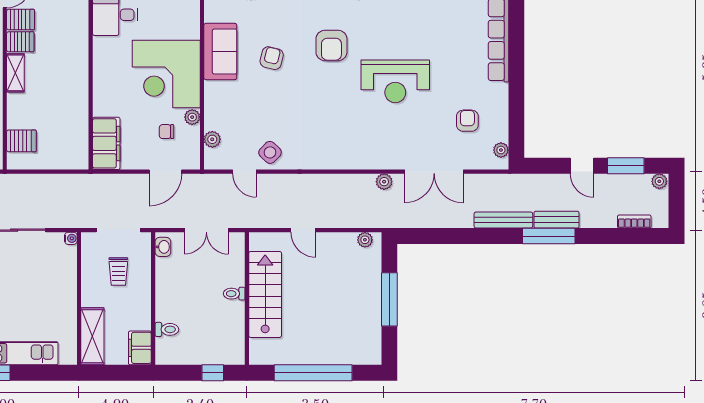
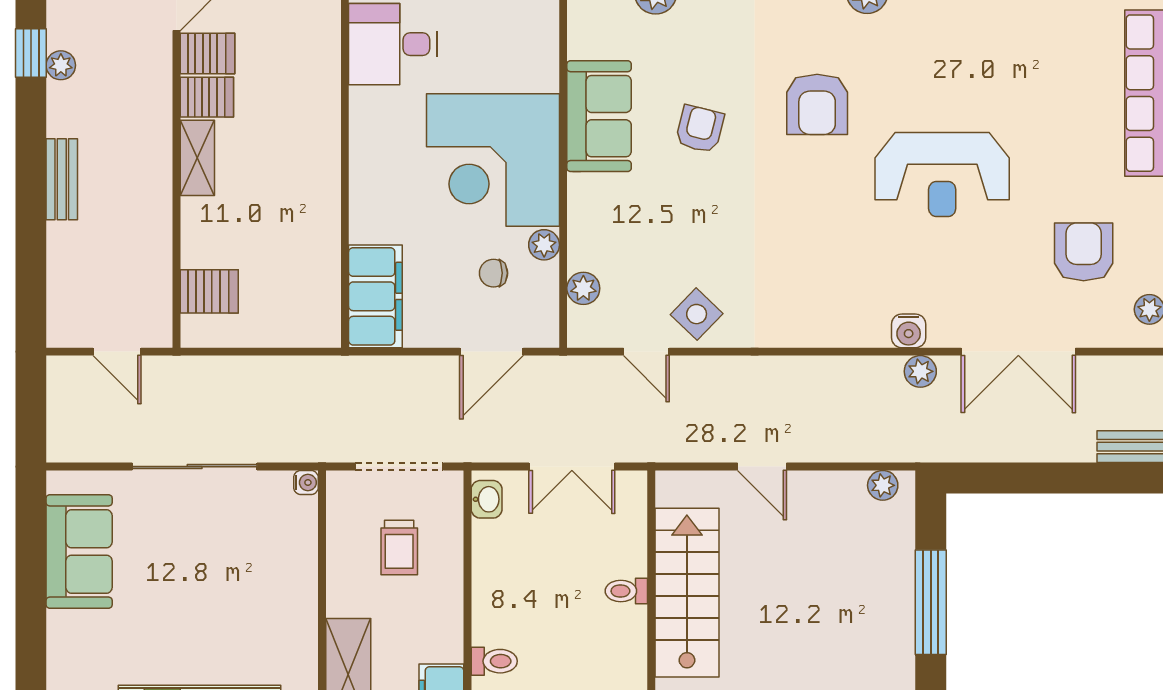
armchair: (467, 121) -> (1084, 252), width x1.38, depth x1.38
water cooler: (378, 161) -> (909, 331), added

